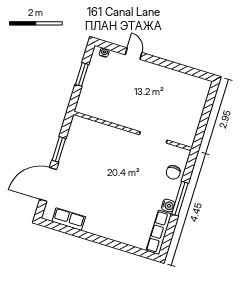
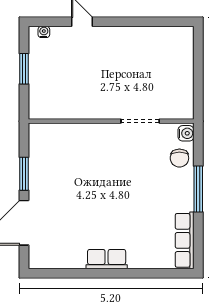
water cooler: (168, 206) -> (186, 133), moved
row of seats: (69, 219) -> (107, 259), moved

